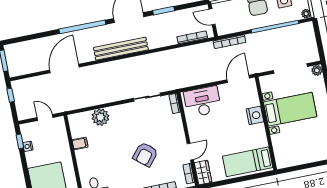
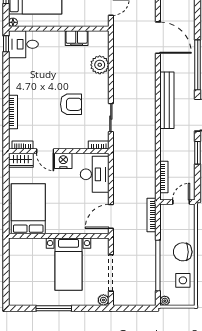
door: (238, 79) -> (111, 216), swing flipped
nightstand: (255, 115) -> (63, 161), moved, turned 180
filing cabinet: (80, 143) -> (77, 38), width x2.00
armchair: (145, 154) -> (71, 104), moved, turned 140
bed: (248, 162) -> (28, 209), width x1.50

